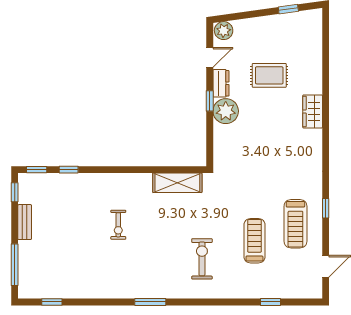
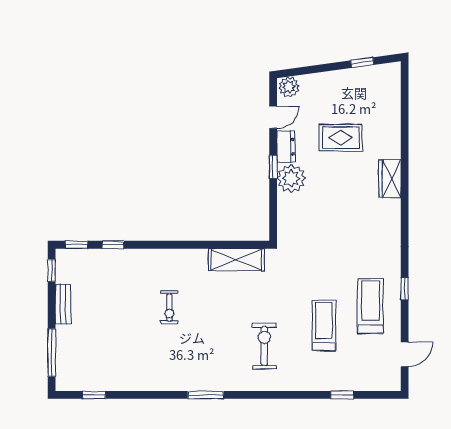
treadmill: (295, 224) -> (370, 306), turned 180

